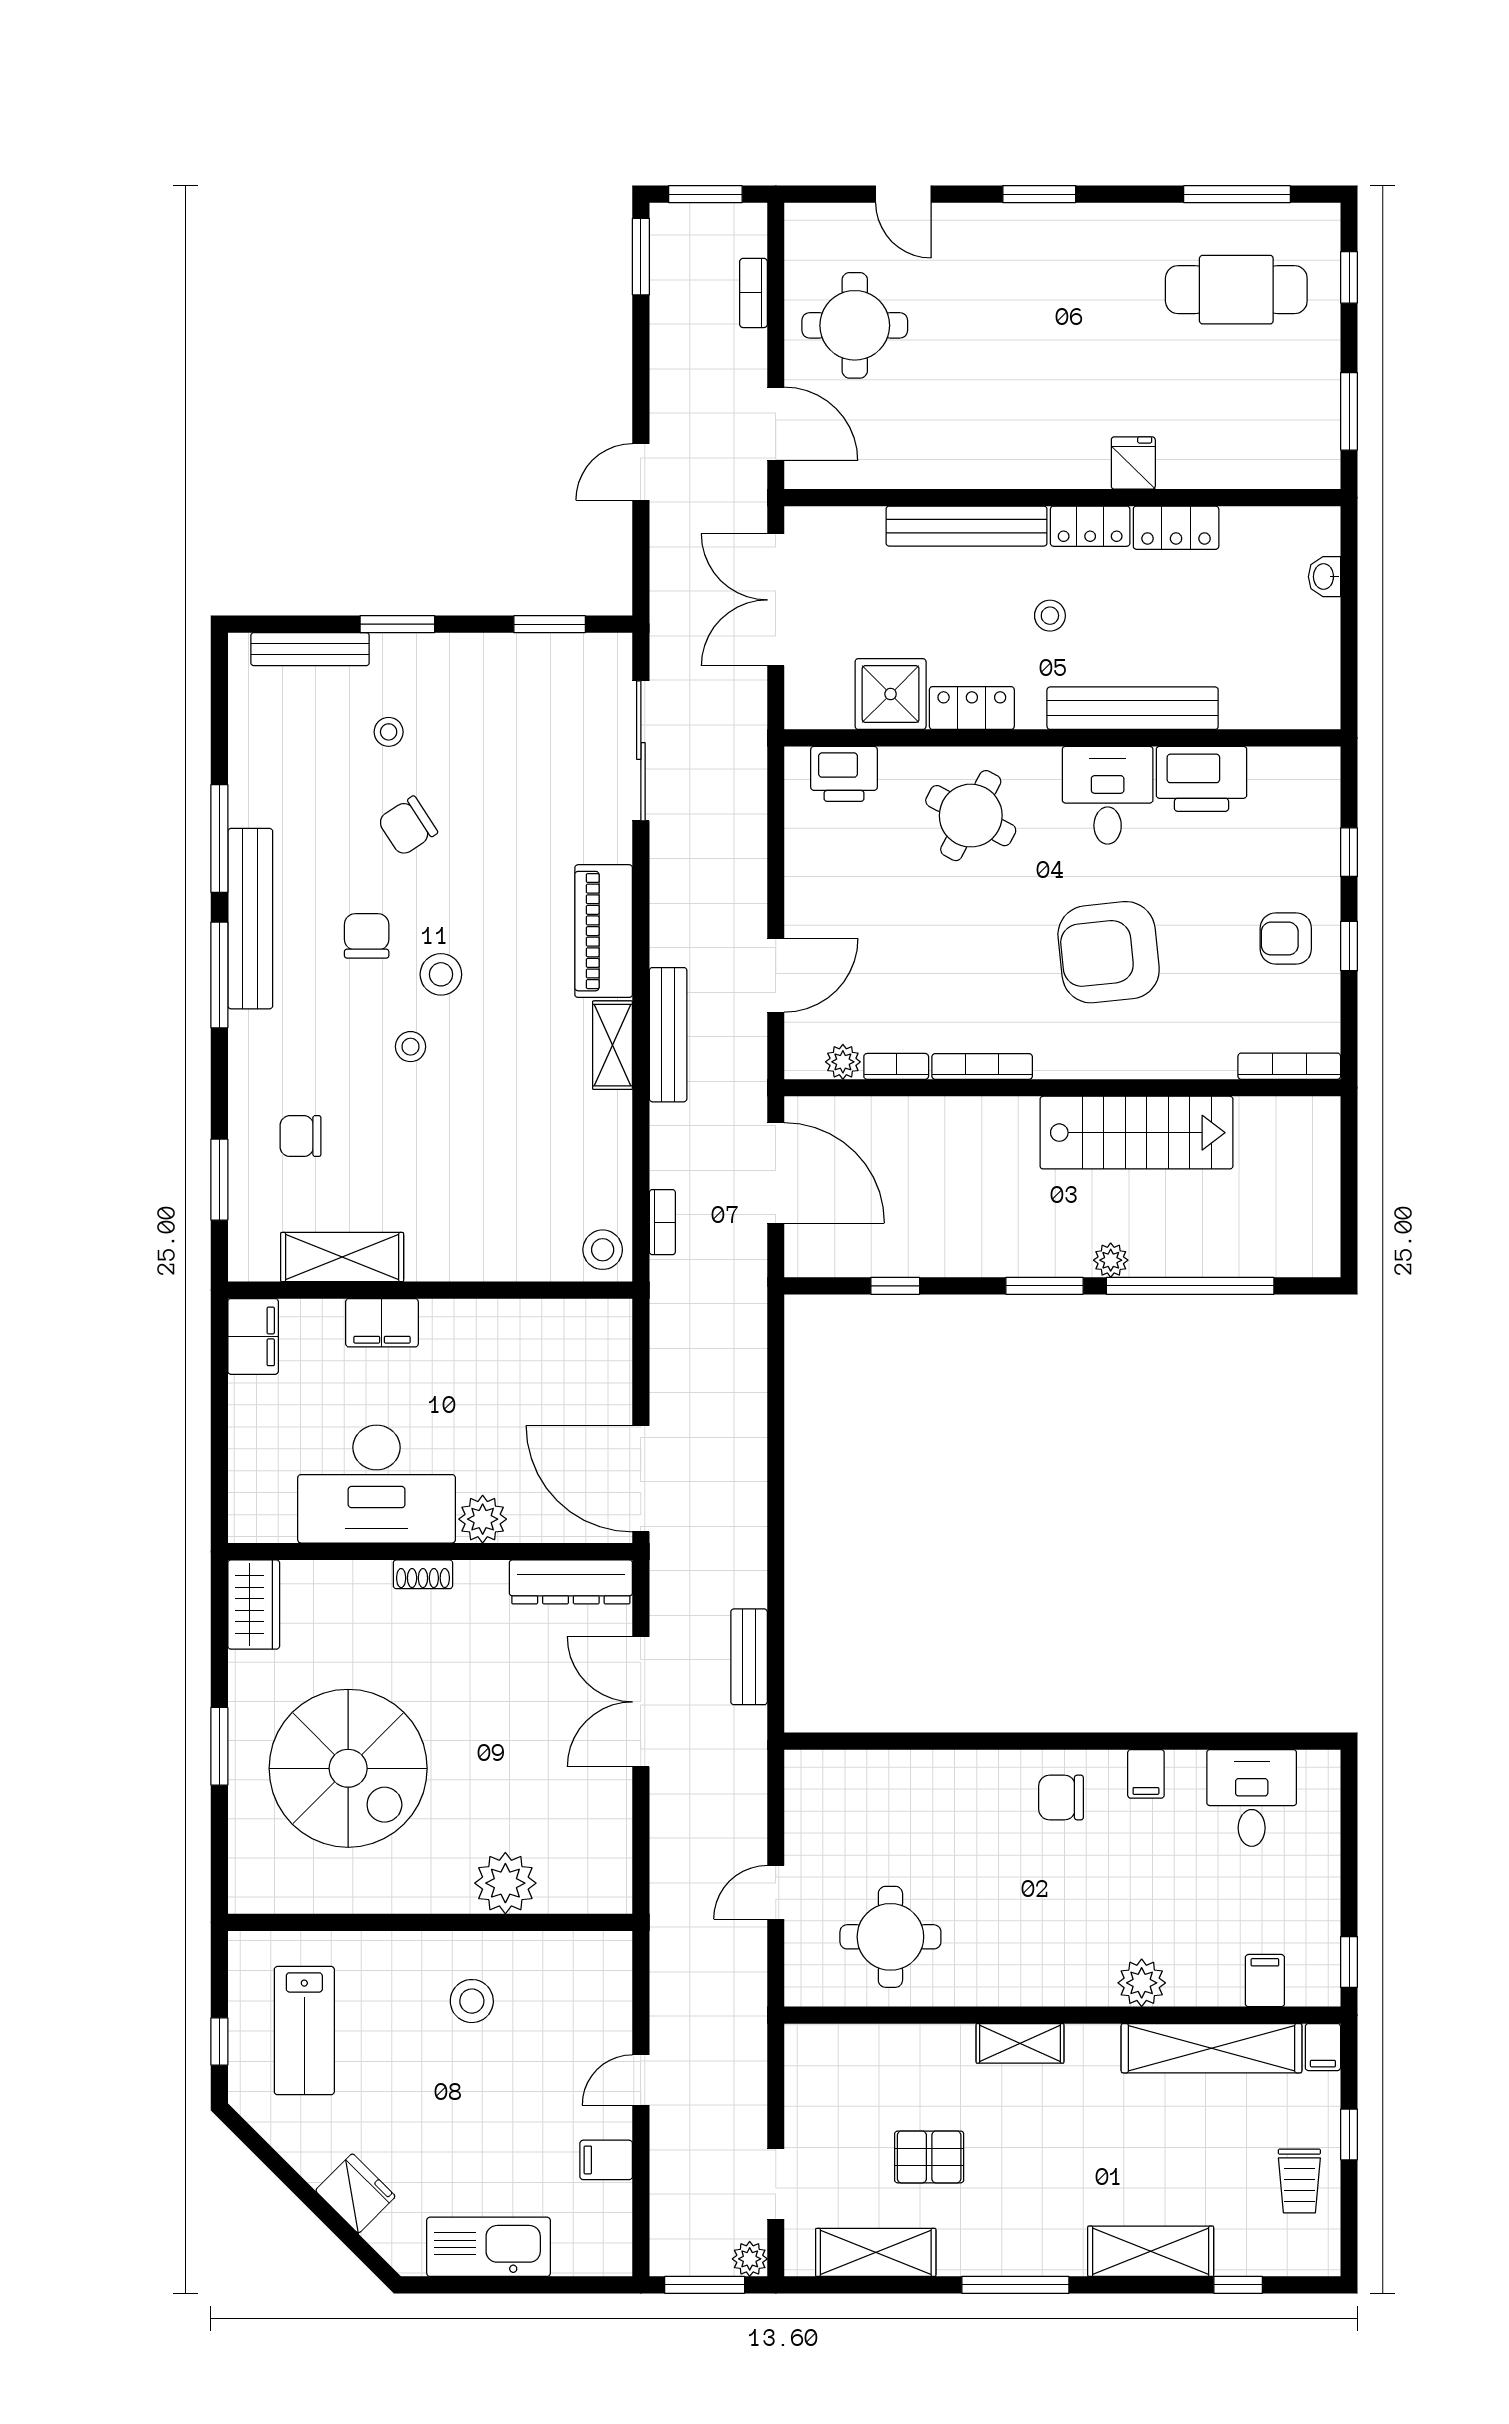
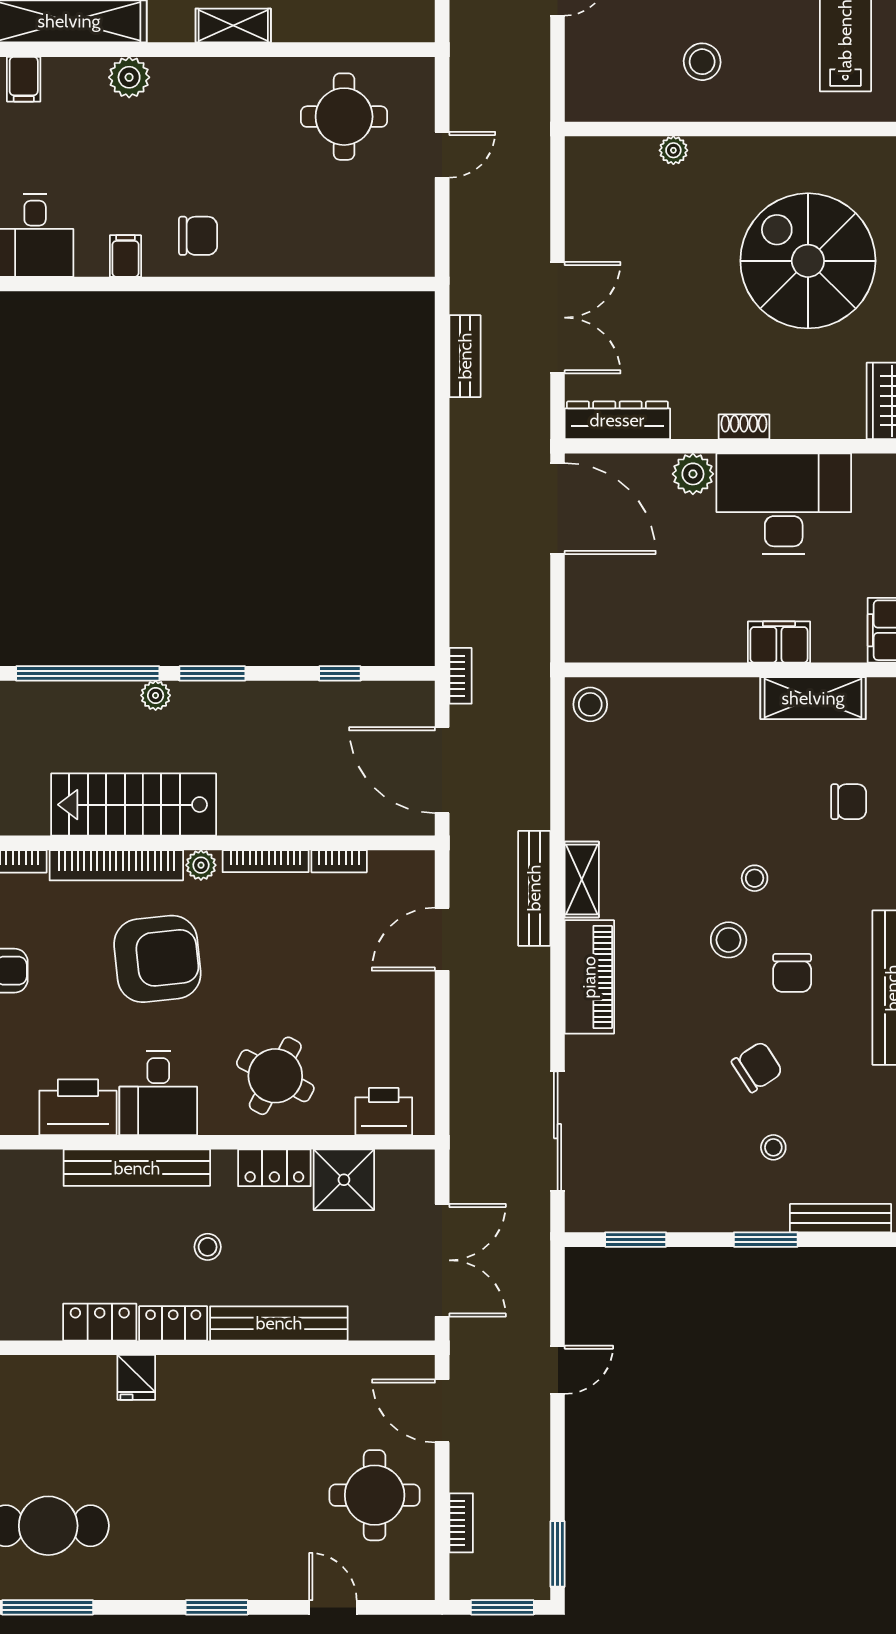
plant: (843, 1062) -> (201, 865), moved
bookcase: (1157, 1062) -> (116, 865), added
bookcase: (662, 1222) -> (460, 676), moved, turned 180
plant: (505, 1883) -> (673, 150), width x0.53, depth x0.53

